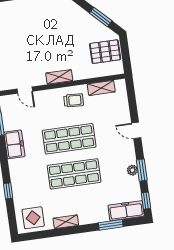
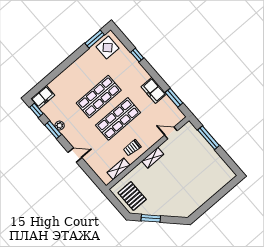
pallet: (105, 52) -> (132, 196), turned 90
freezer: (126, 211) -> (43, 97), width x0.71
shelving: (66, 222) -> (83, 59), removed
window: (111, 225) -> (95, 39), moved

